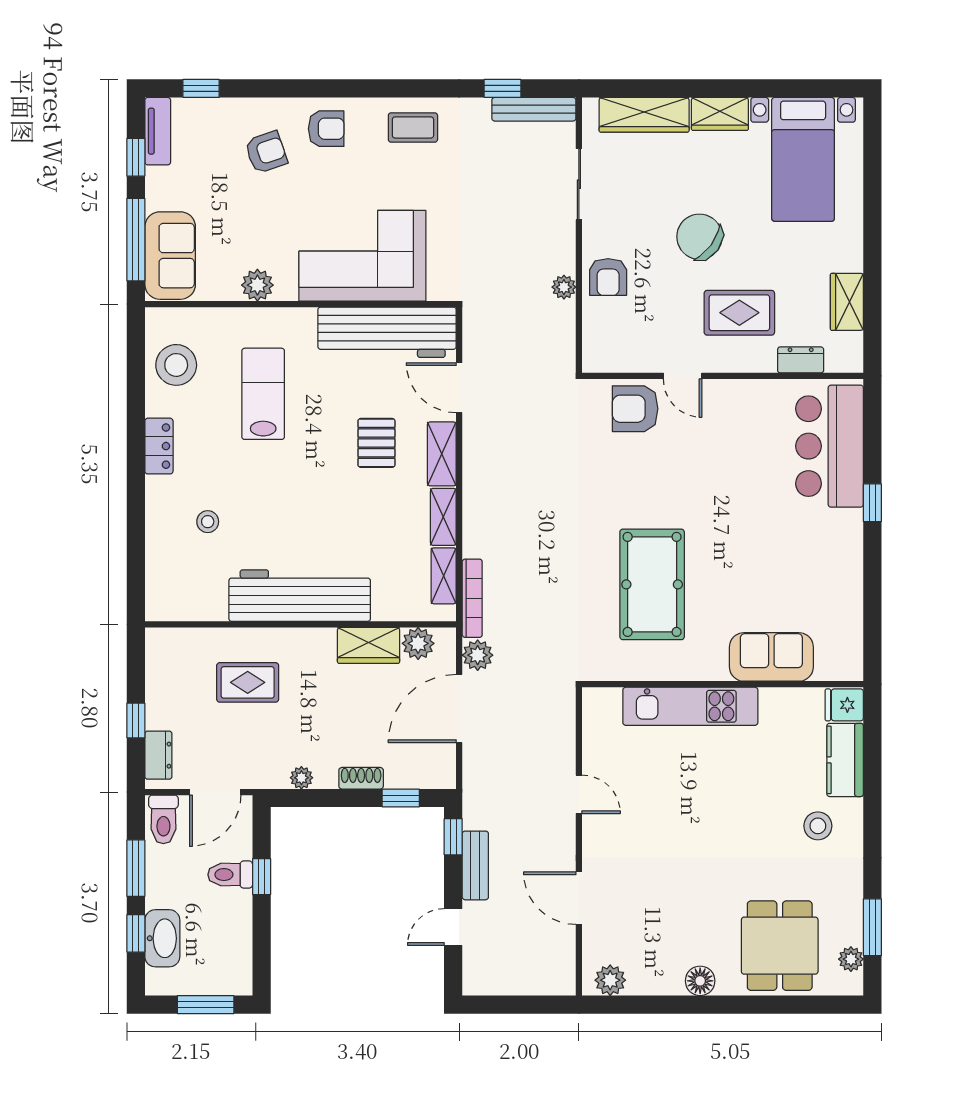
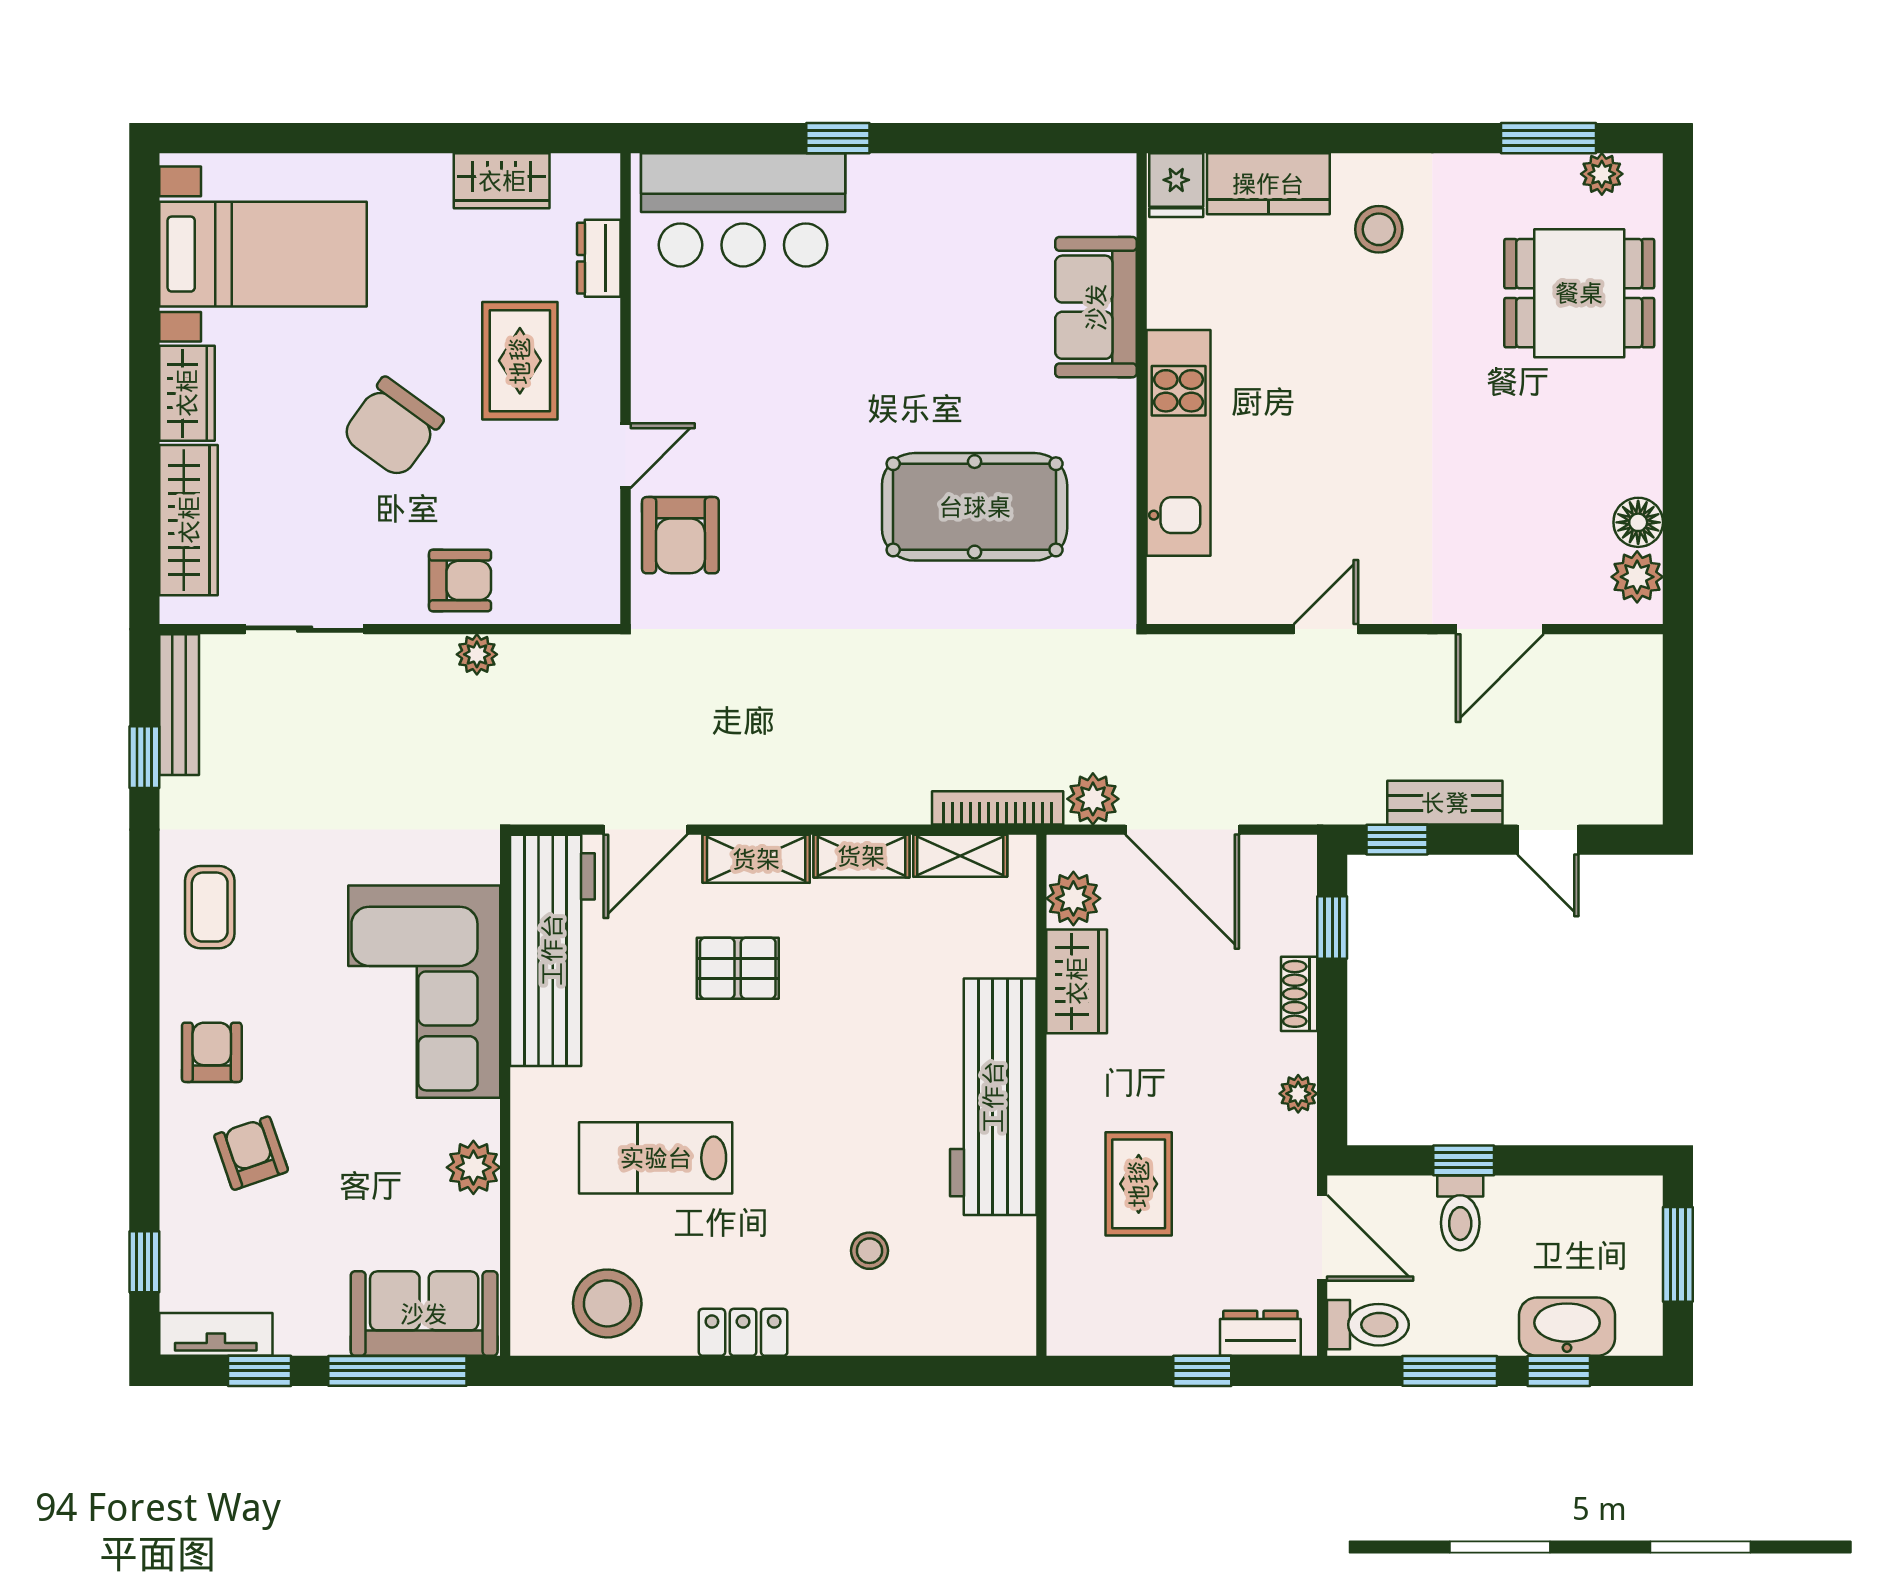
floor lamp: (700, 981) -> (1638, 522), moved

